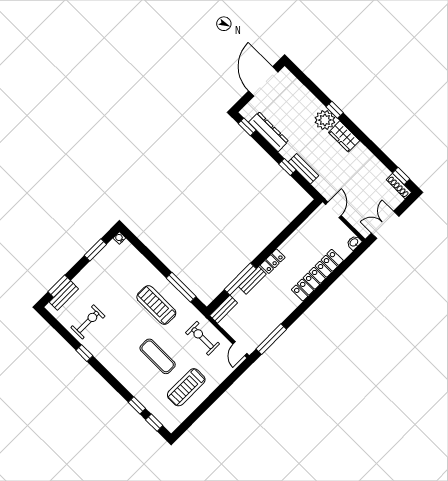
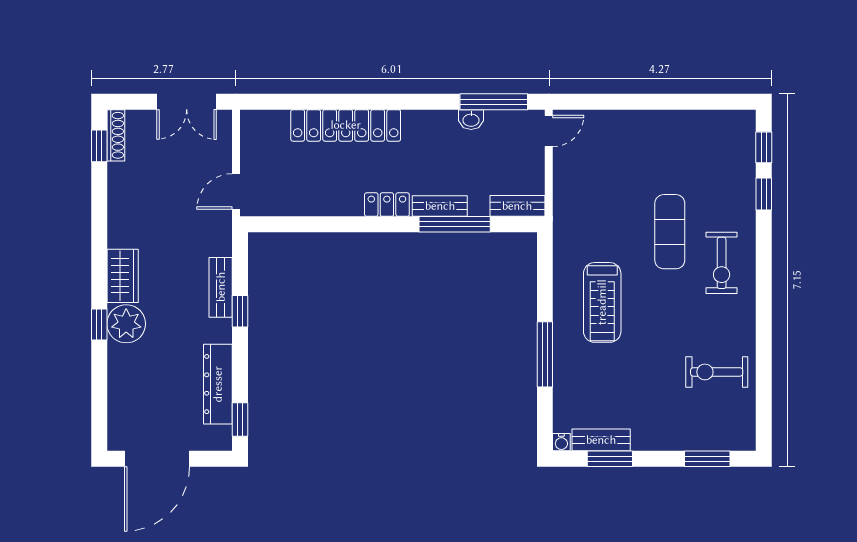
washbasin: (354, 243) -> (471, 120), moved
window: (181, 287) -> (545, 354), moved
bench: (64, 295) -> (601, 440), moved
exercise bike: (203, 338) -> (722, 263), moved
window: (84, 353) -> (764, 335), removed
treadmill: (186, 387) -> (673, 152), removed

